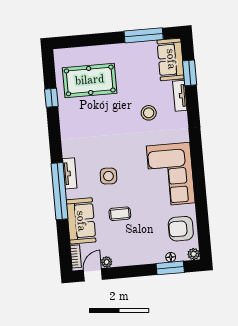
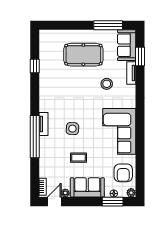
pool table: (90, 80) -> (83, 55), moved
sofa: (81, 221) -> (87, 187), moved, turned -90
armchair: (181, 229) -> (123, 173), turned -90

